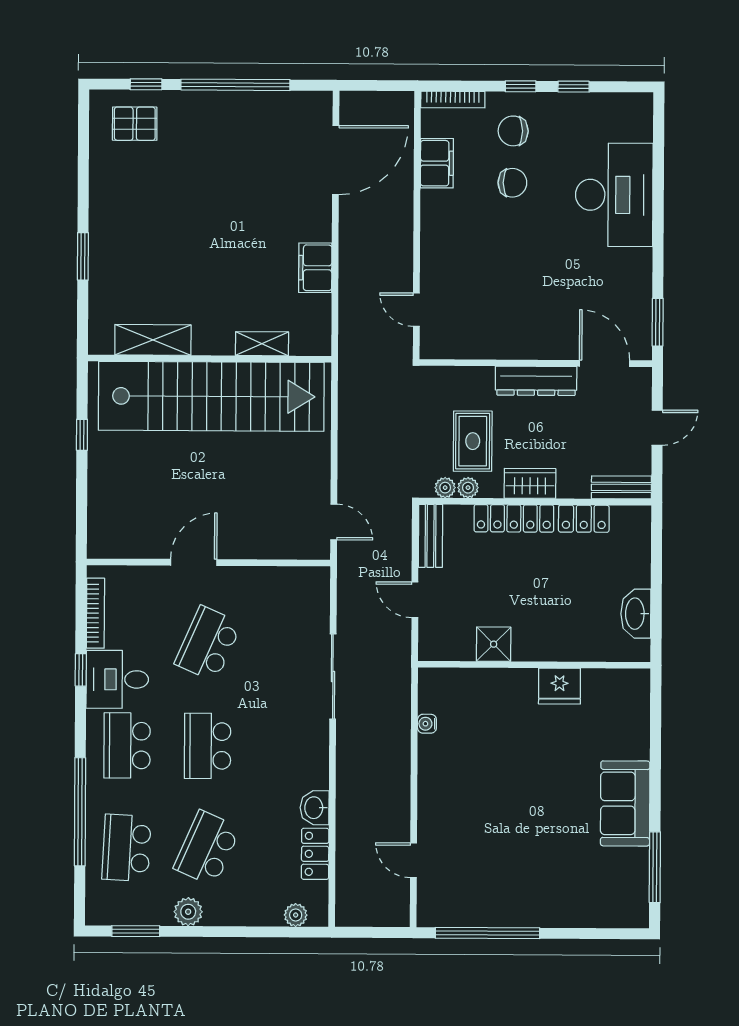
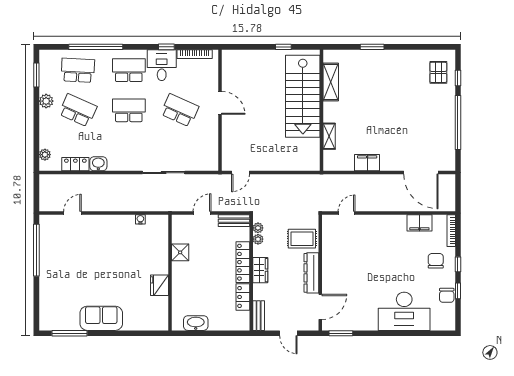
chair: (512, 183) -> (447, 295), moved
stairs: (211, 396) -> (303, 96), width x0.73
rug: (473, 441) -> (302, 239), moved

